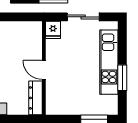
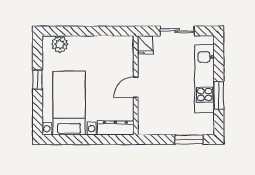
door: (44, 70) -> (136, 87), hinge flipped
dresser: (36, 98) -> (115, 128), moved, turned 90

